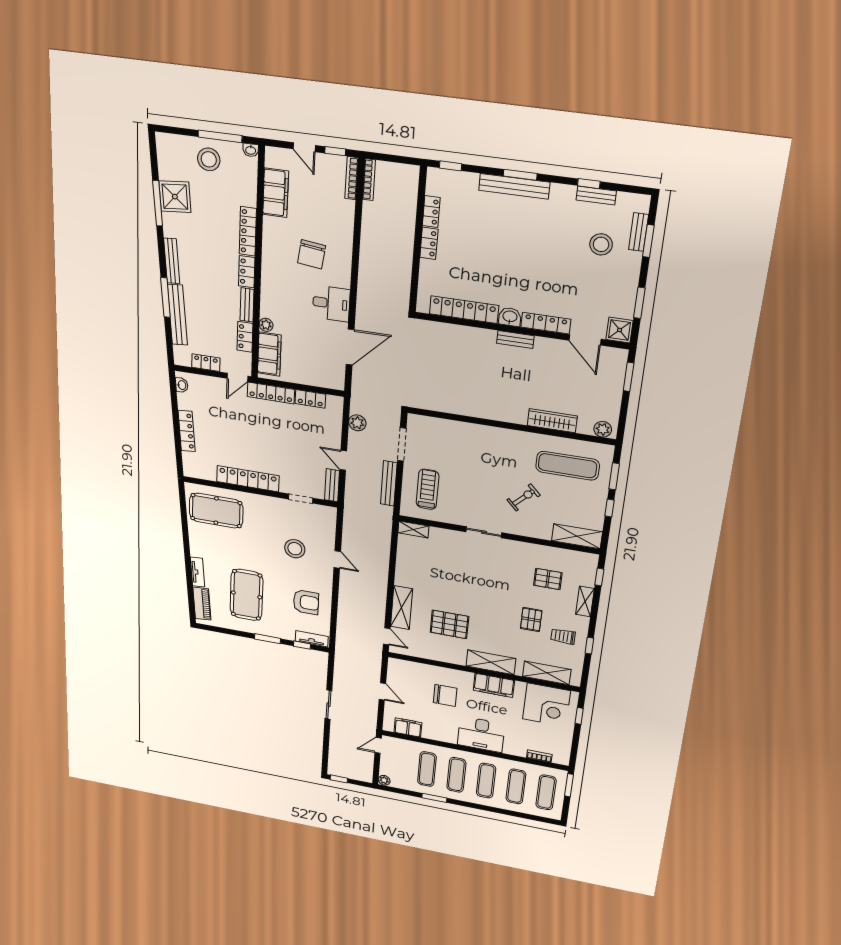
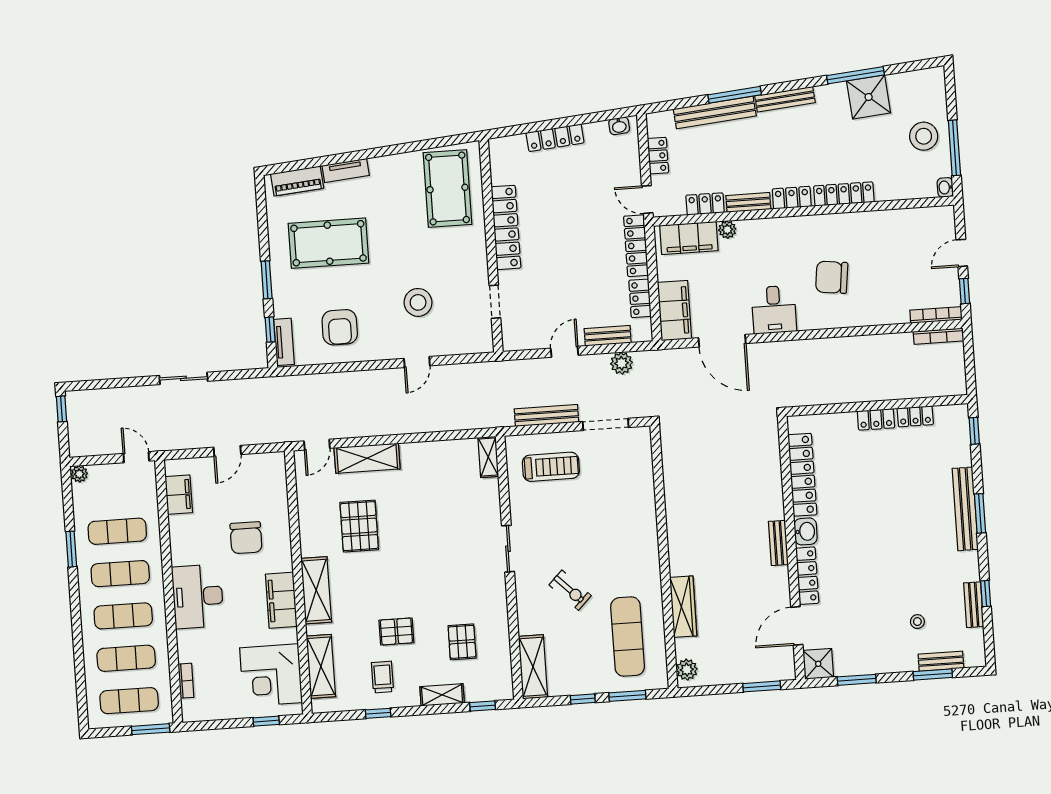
filing cabinet: (276, 193) -> (674, 311), moved, turned -90
stool: (601, 244) -> (917, 622), width x0.53, depth x0.53
bench: (332, 485) -> (608, 336), moved

